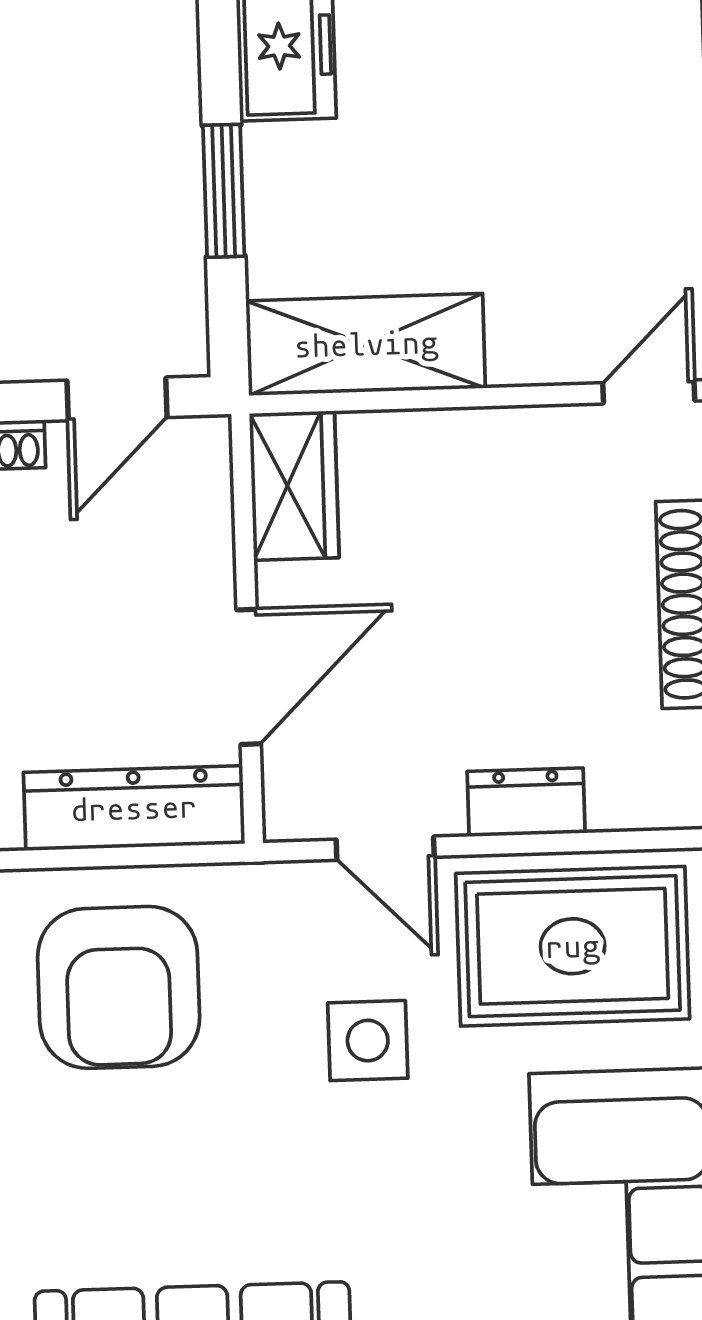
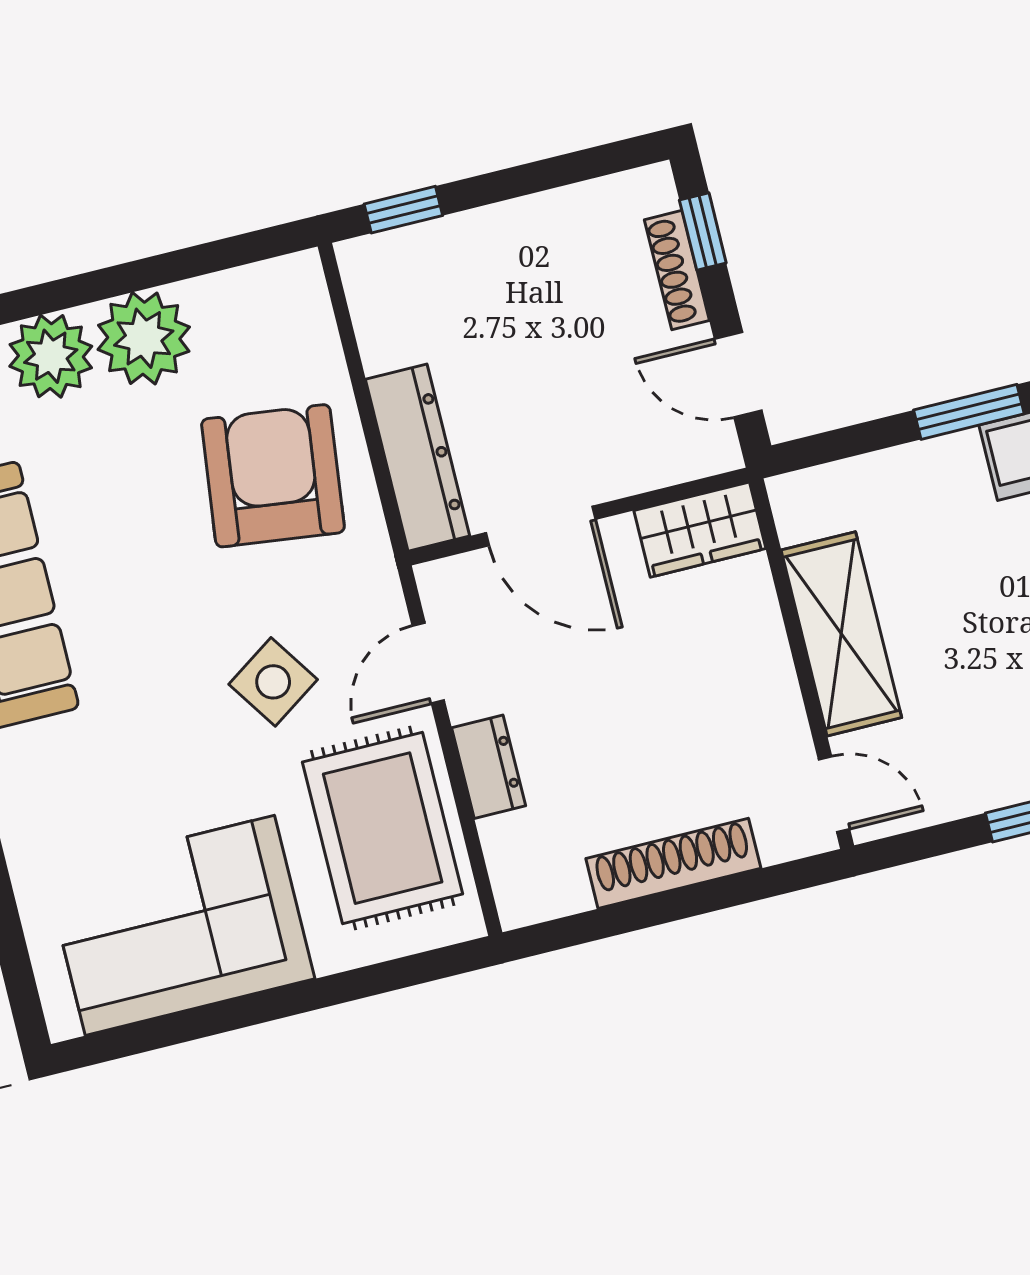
window: (224, 191) -> (969, 412), moved
shelving: (366, 344) -> (841, 634), moved
armchair: (119, 987) -> (273, 476), turned 97
side table: (368, 1041) -> (273, 682), turned -34

